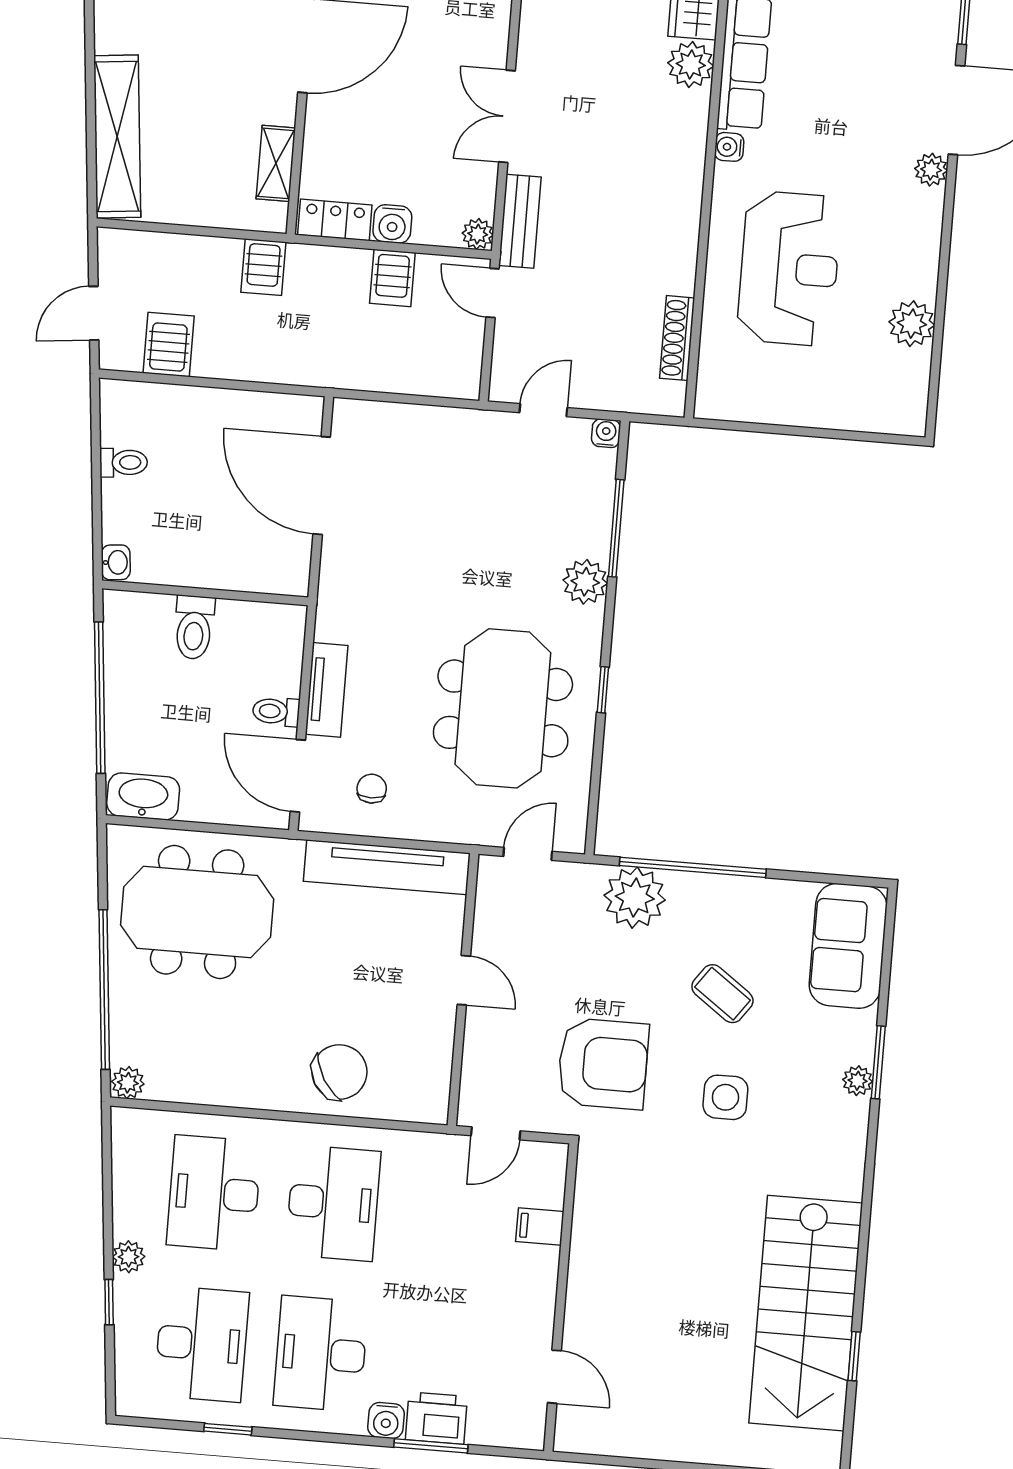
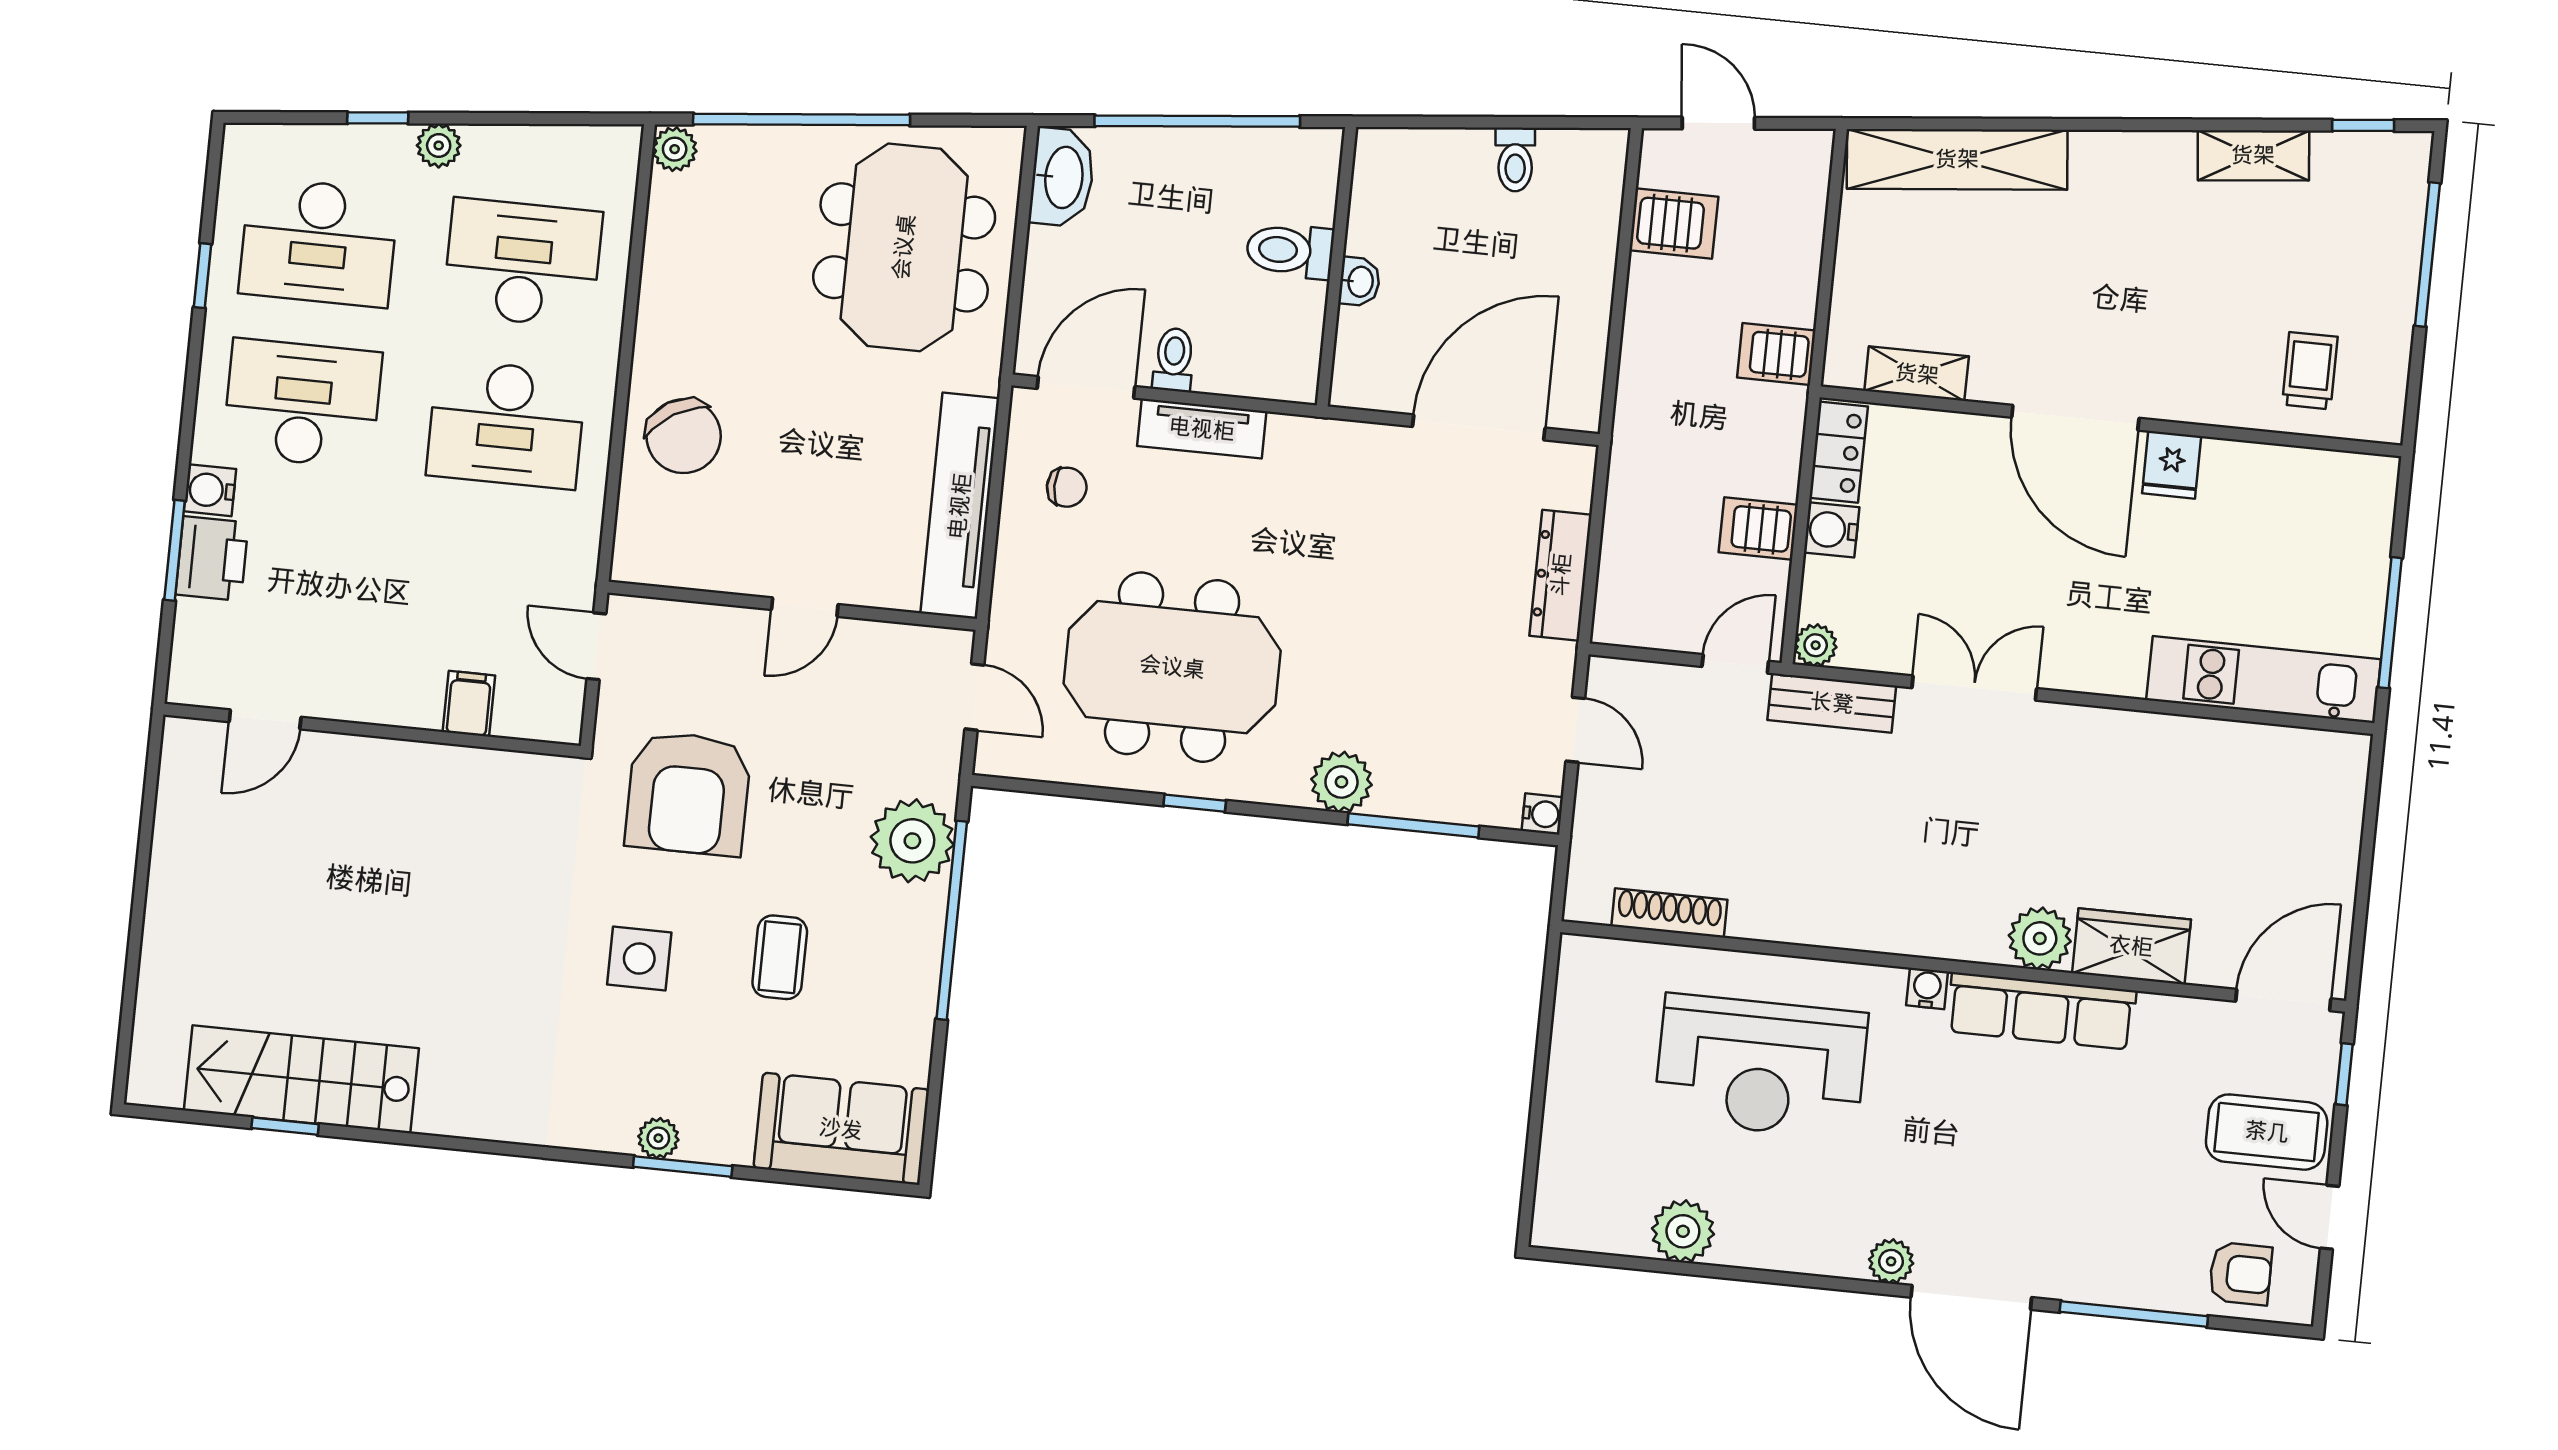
dresser: (430, 423) -> (1561, 575), added
washbasin: (116, 562) -> (1359, 282), moved, turned -84
coffee table: (722, 994) -> (780, 957), turned -36
stairs: (806, 1313) -> (301, 1079), width x0.73, depth x0.66

